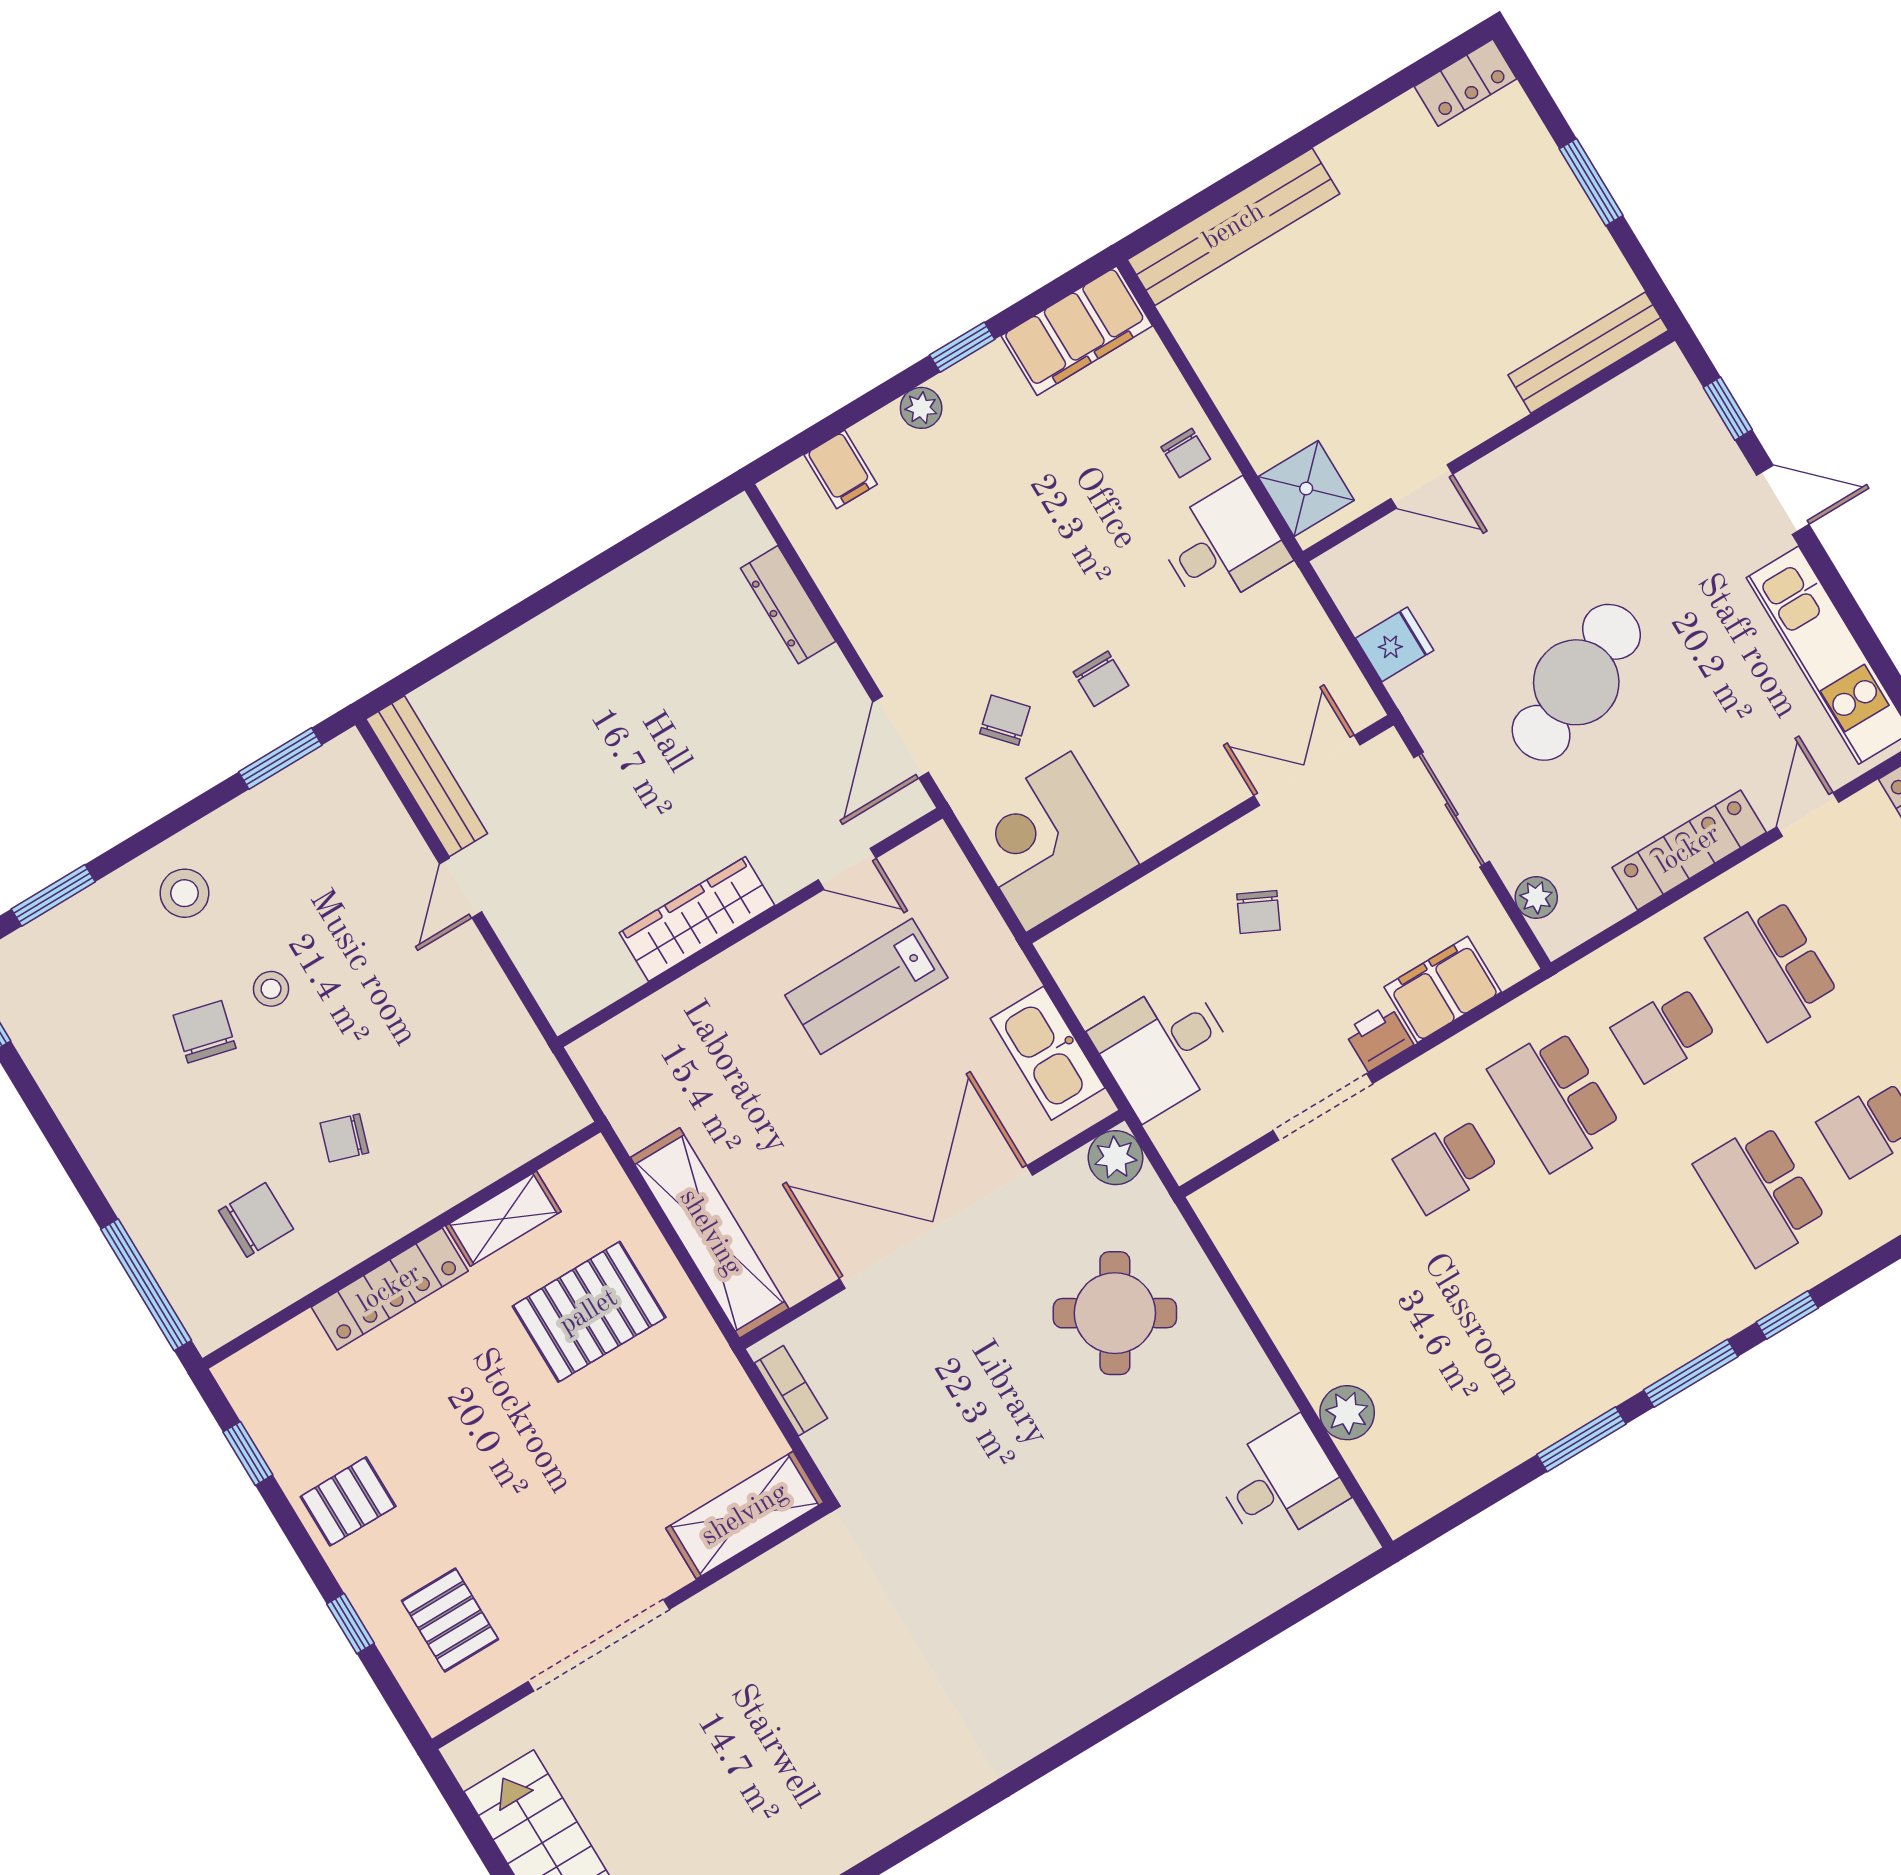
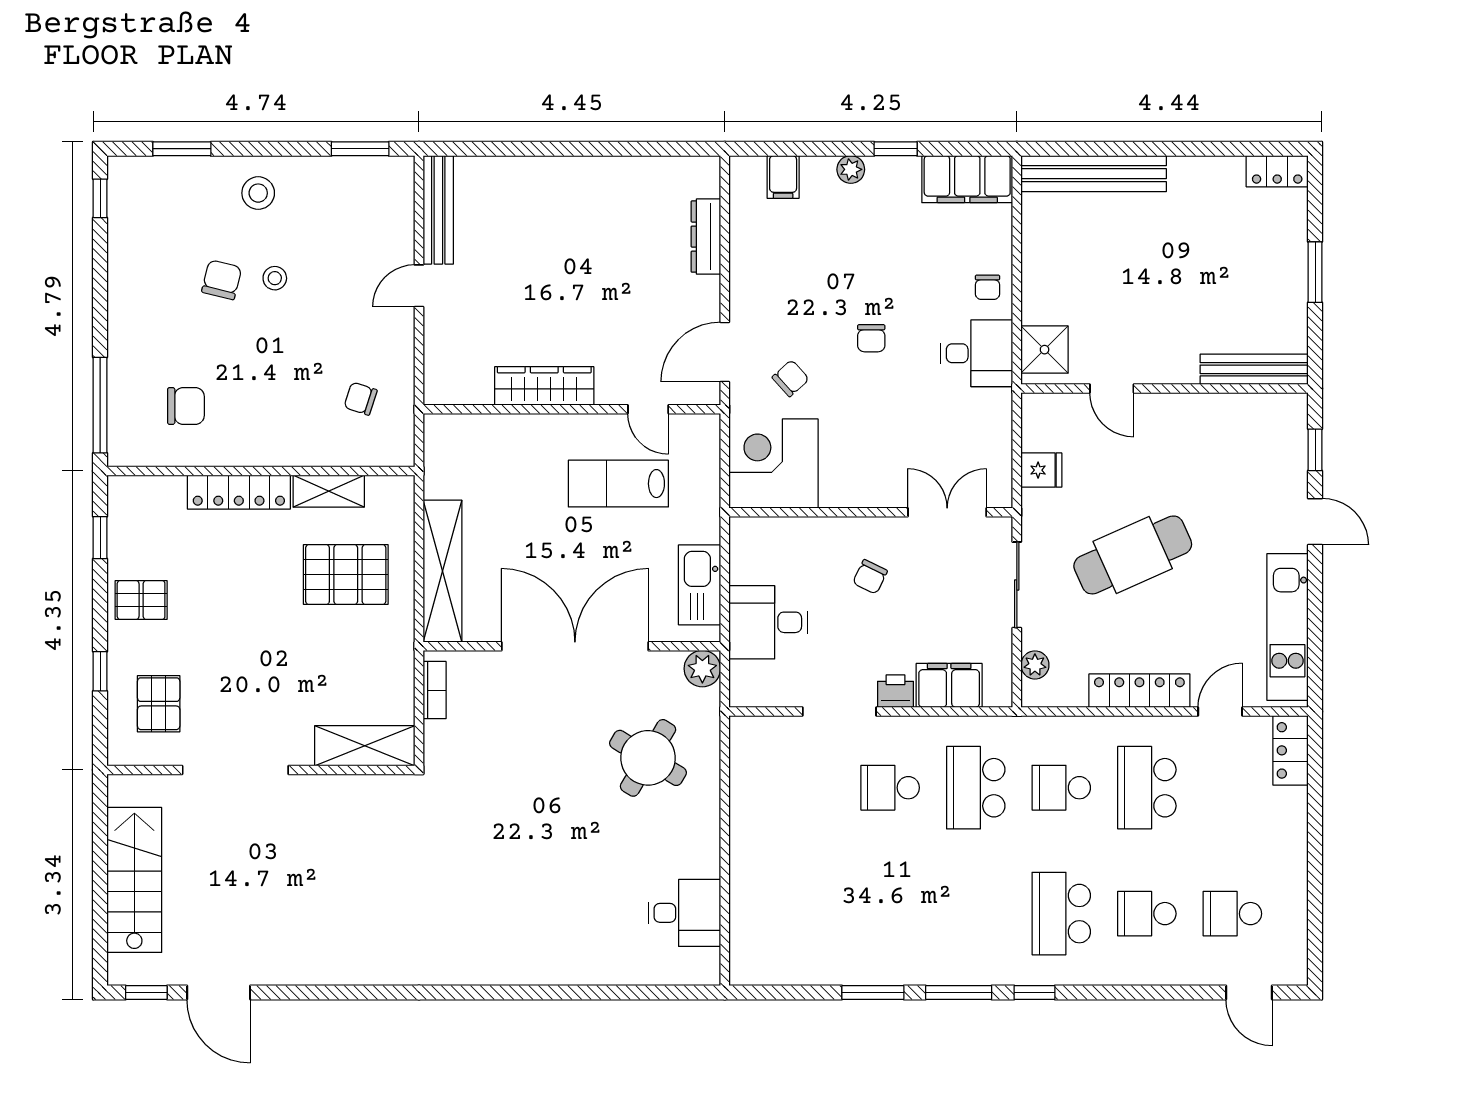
chair: (1101, 679) -> (871, 338), moved
chair: (344, 1138) -> (361, 399), moved
plant: (1347, 1413) -> (747, 896), removed

